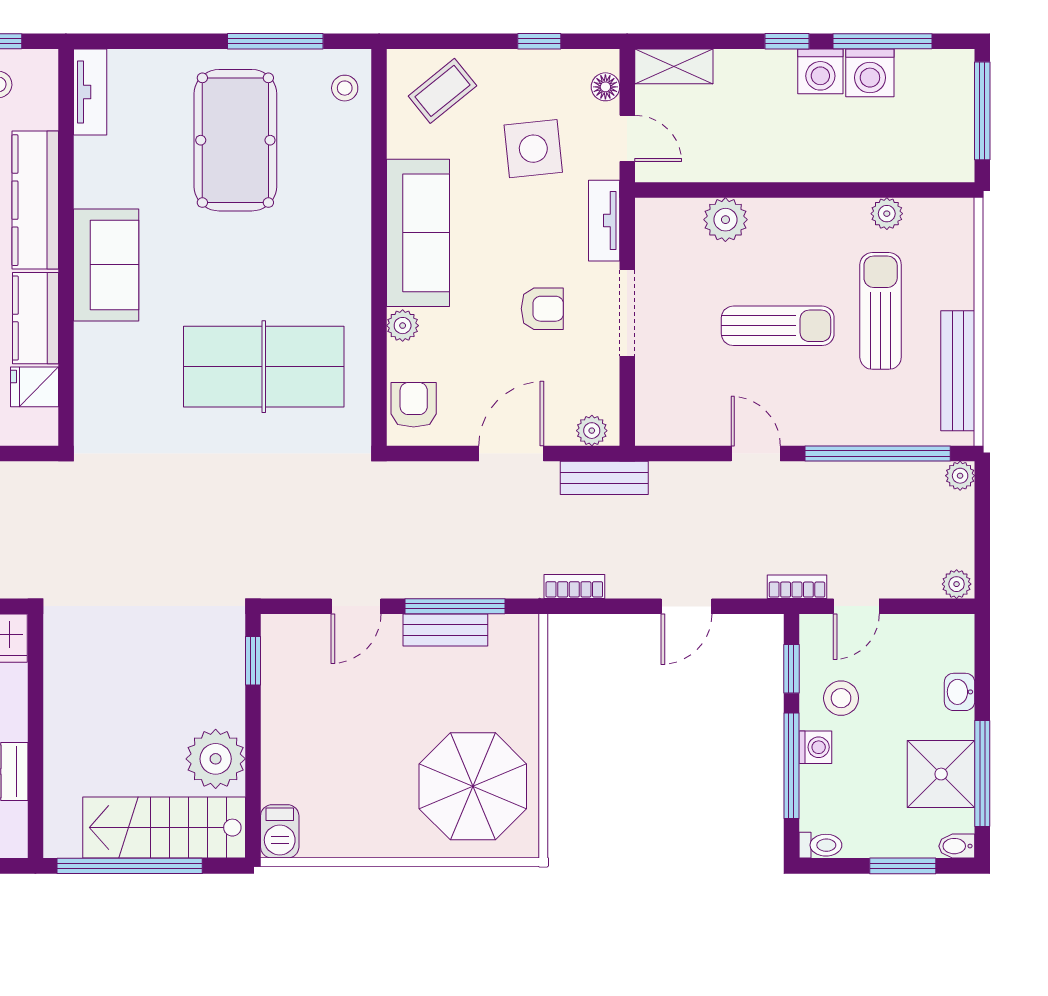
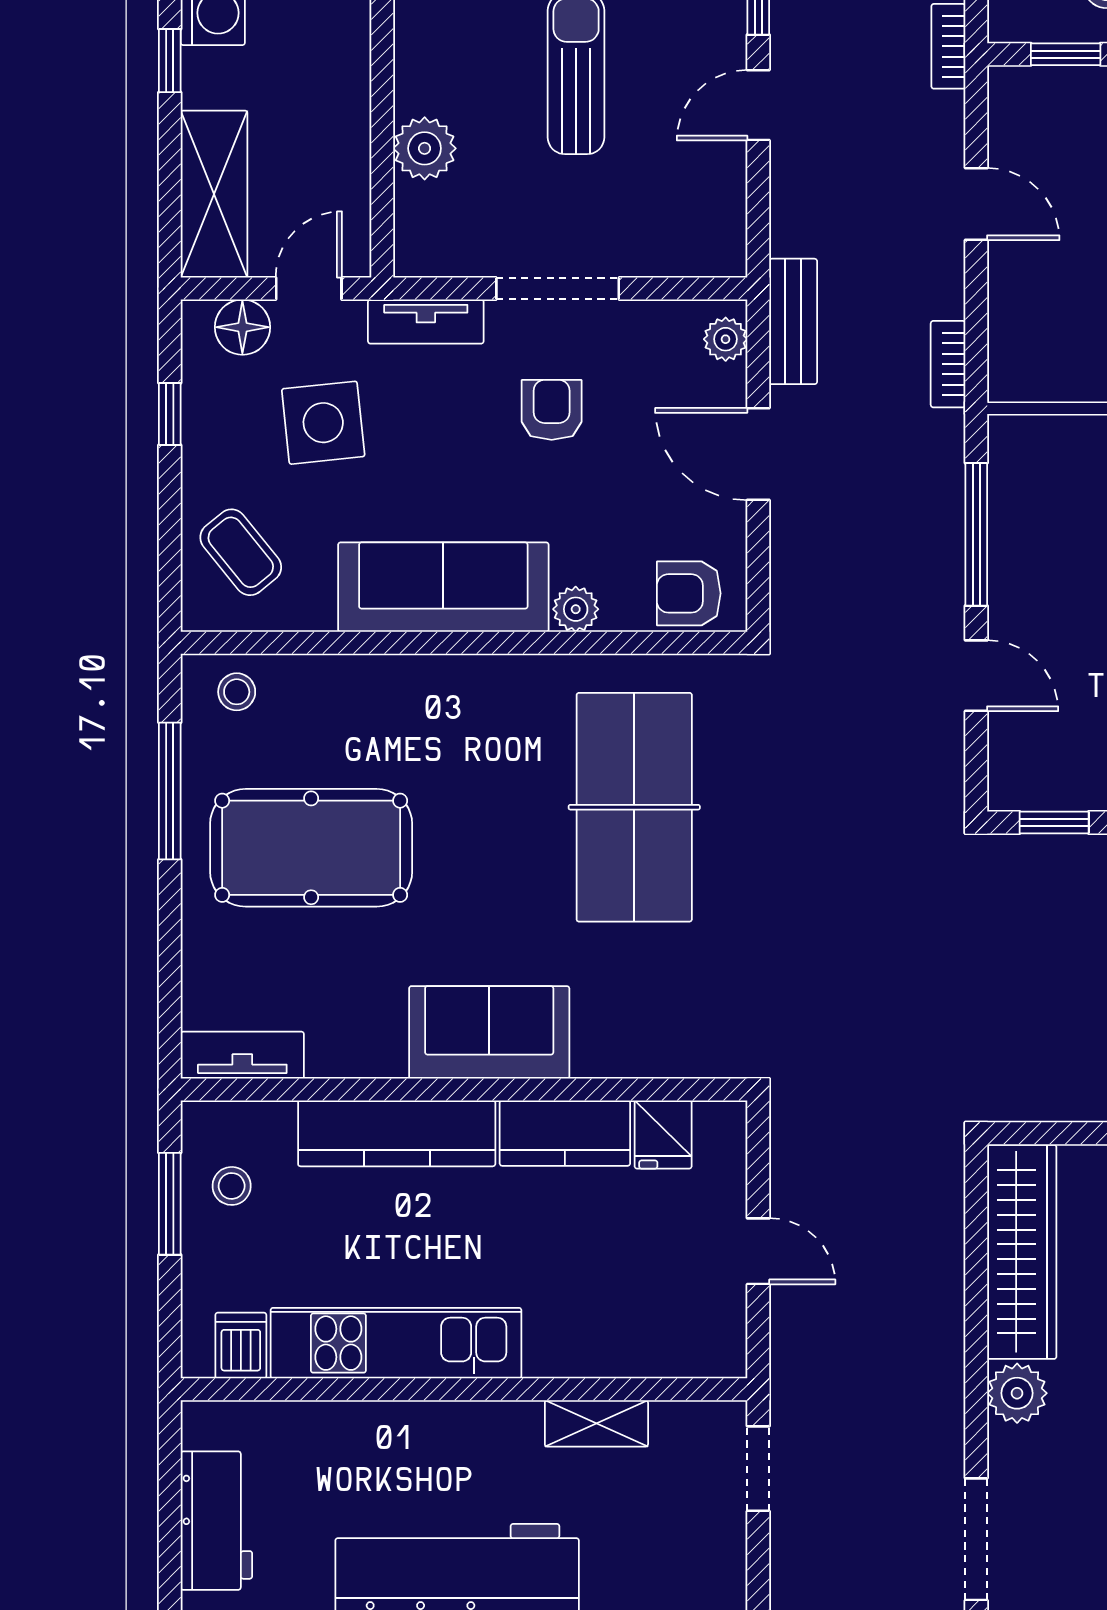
shelving: (674, 66) -> (214, 194), width x1.50, depth x1.33
floor lamp: (605, 87) -> (242, 327), width x1.37, depth x1.37
bench: (445, 630) -> (1010, 548), removed

